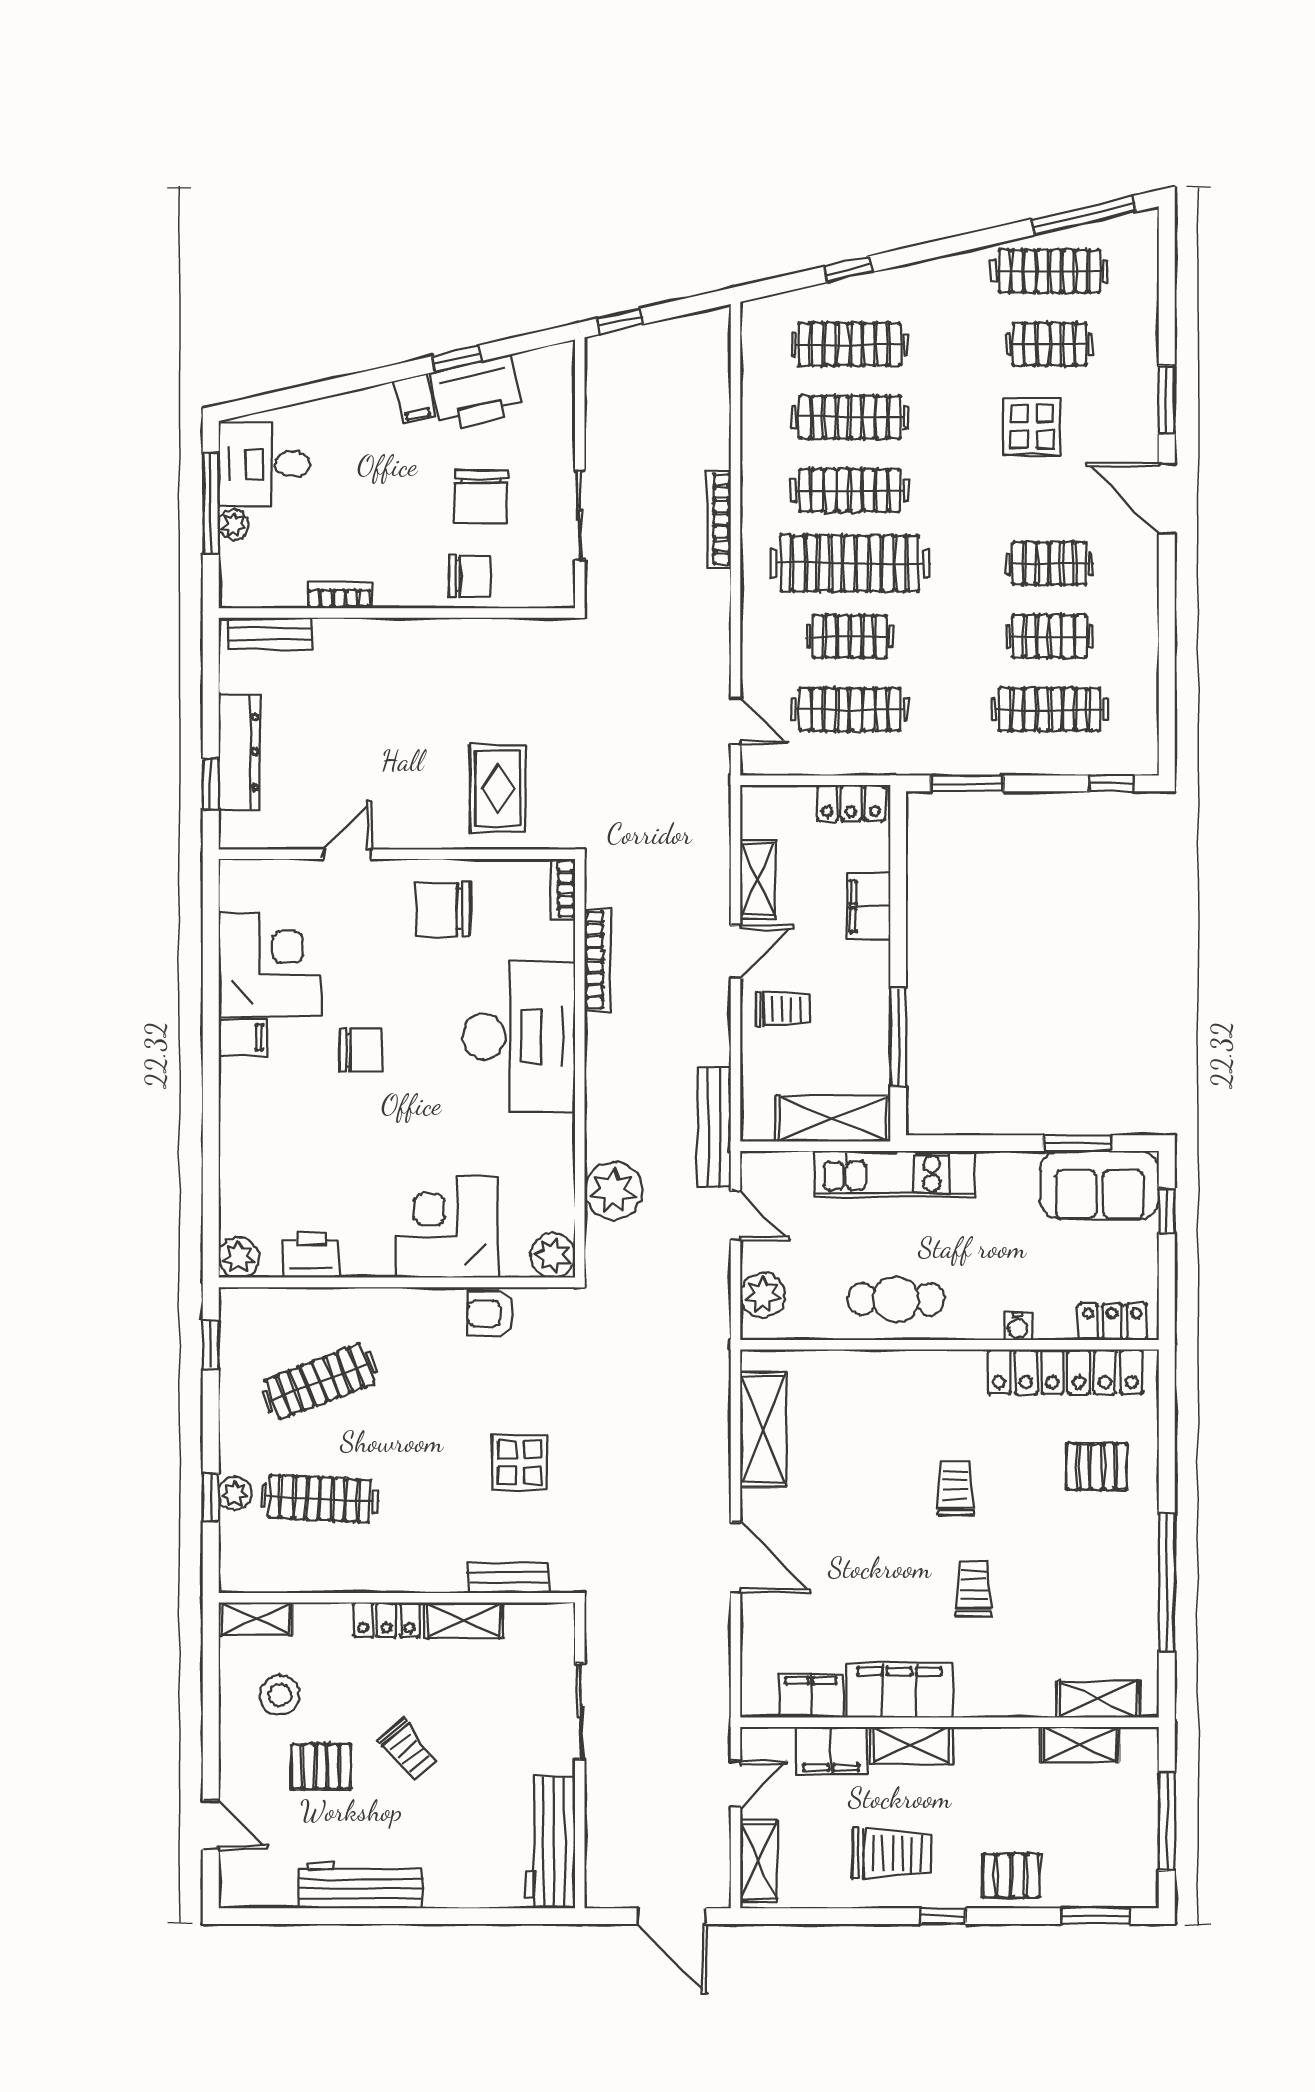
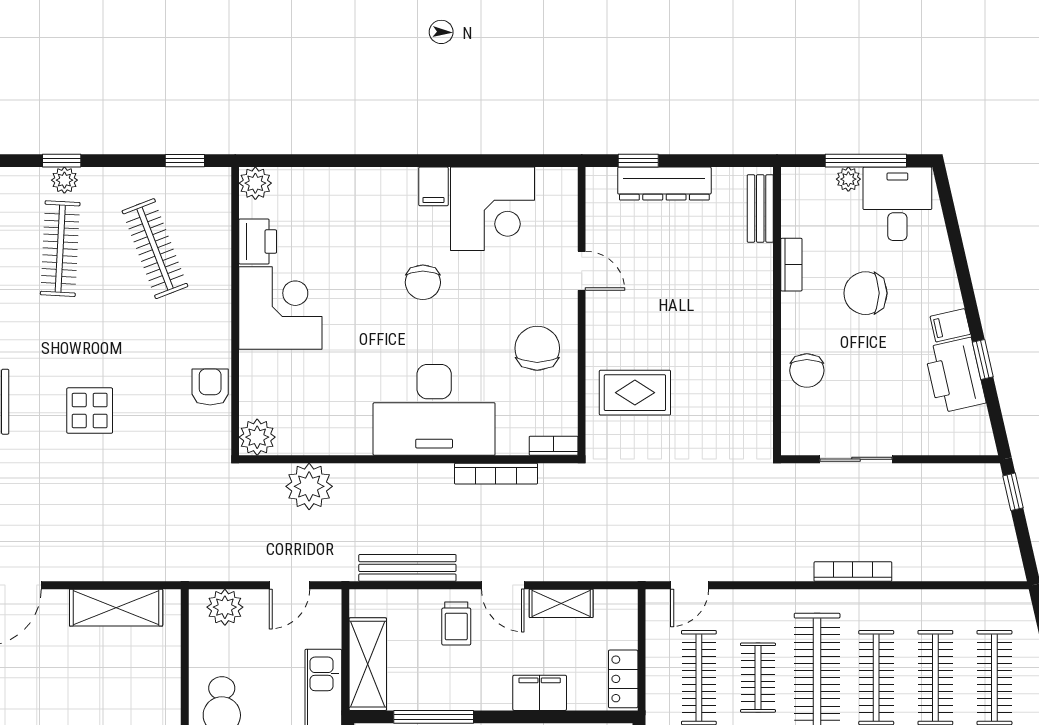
chair: (481, 497) -> (866, 293), moved
bench: (714, 1127) -> (407, 568), moved
corner desk: (447, 1227) -> (280, 308), moved

